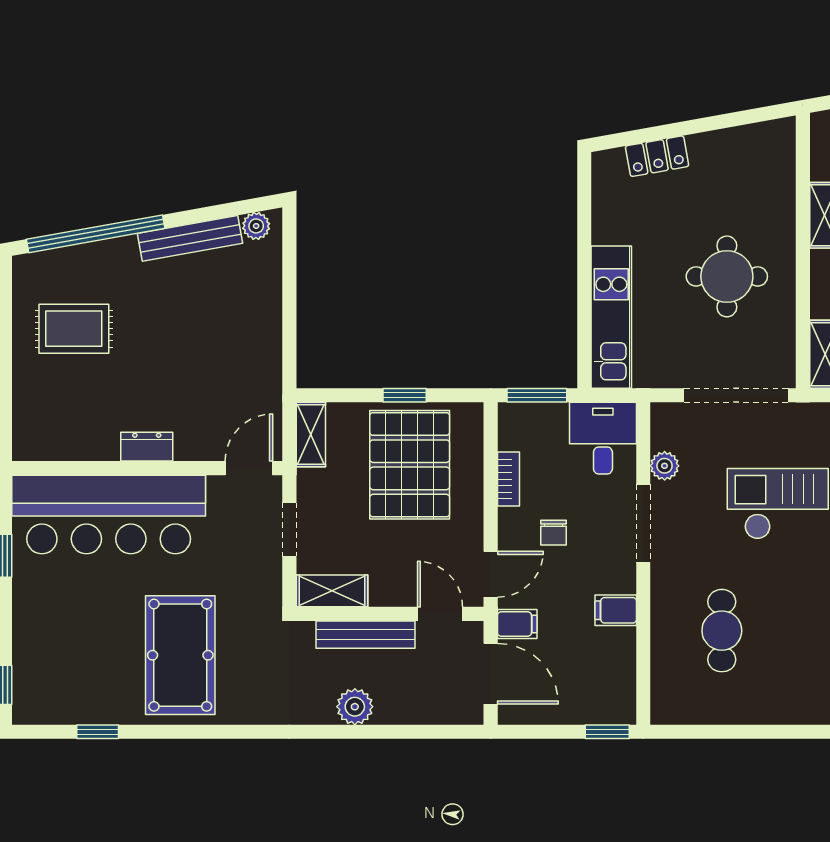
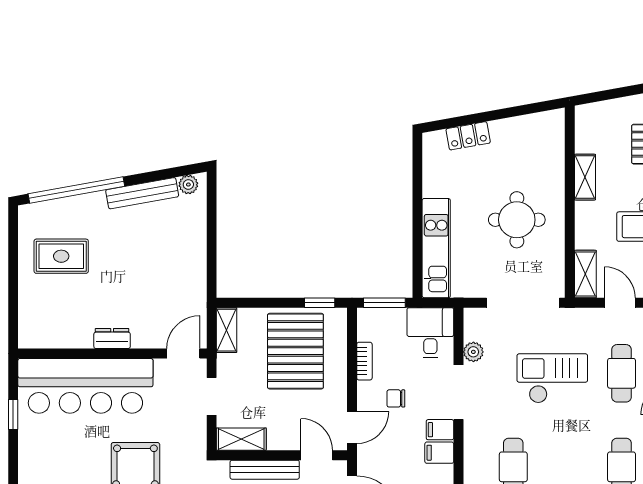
window: (405, 395) -> (320, 303), moved
chair: (553, 533) -> (396, 398), turned 90
filing cabinet: (517, 624) -> (440, 430), moved, turned 180

